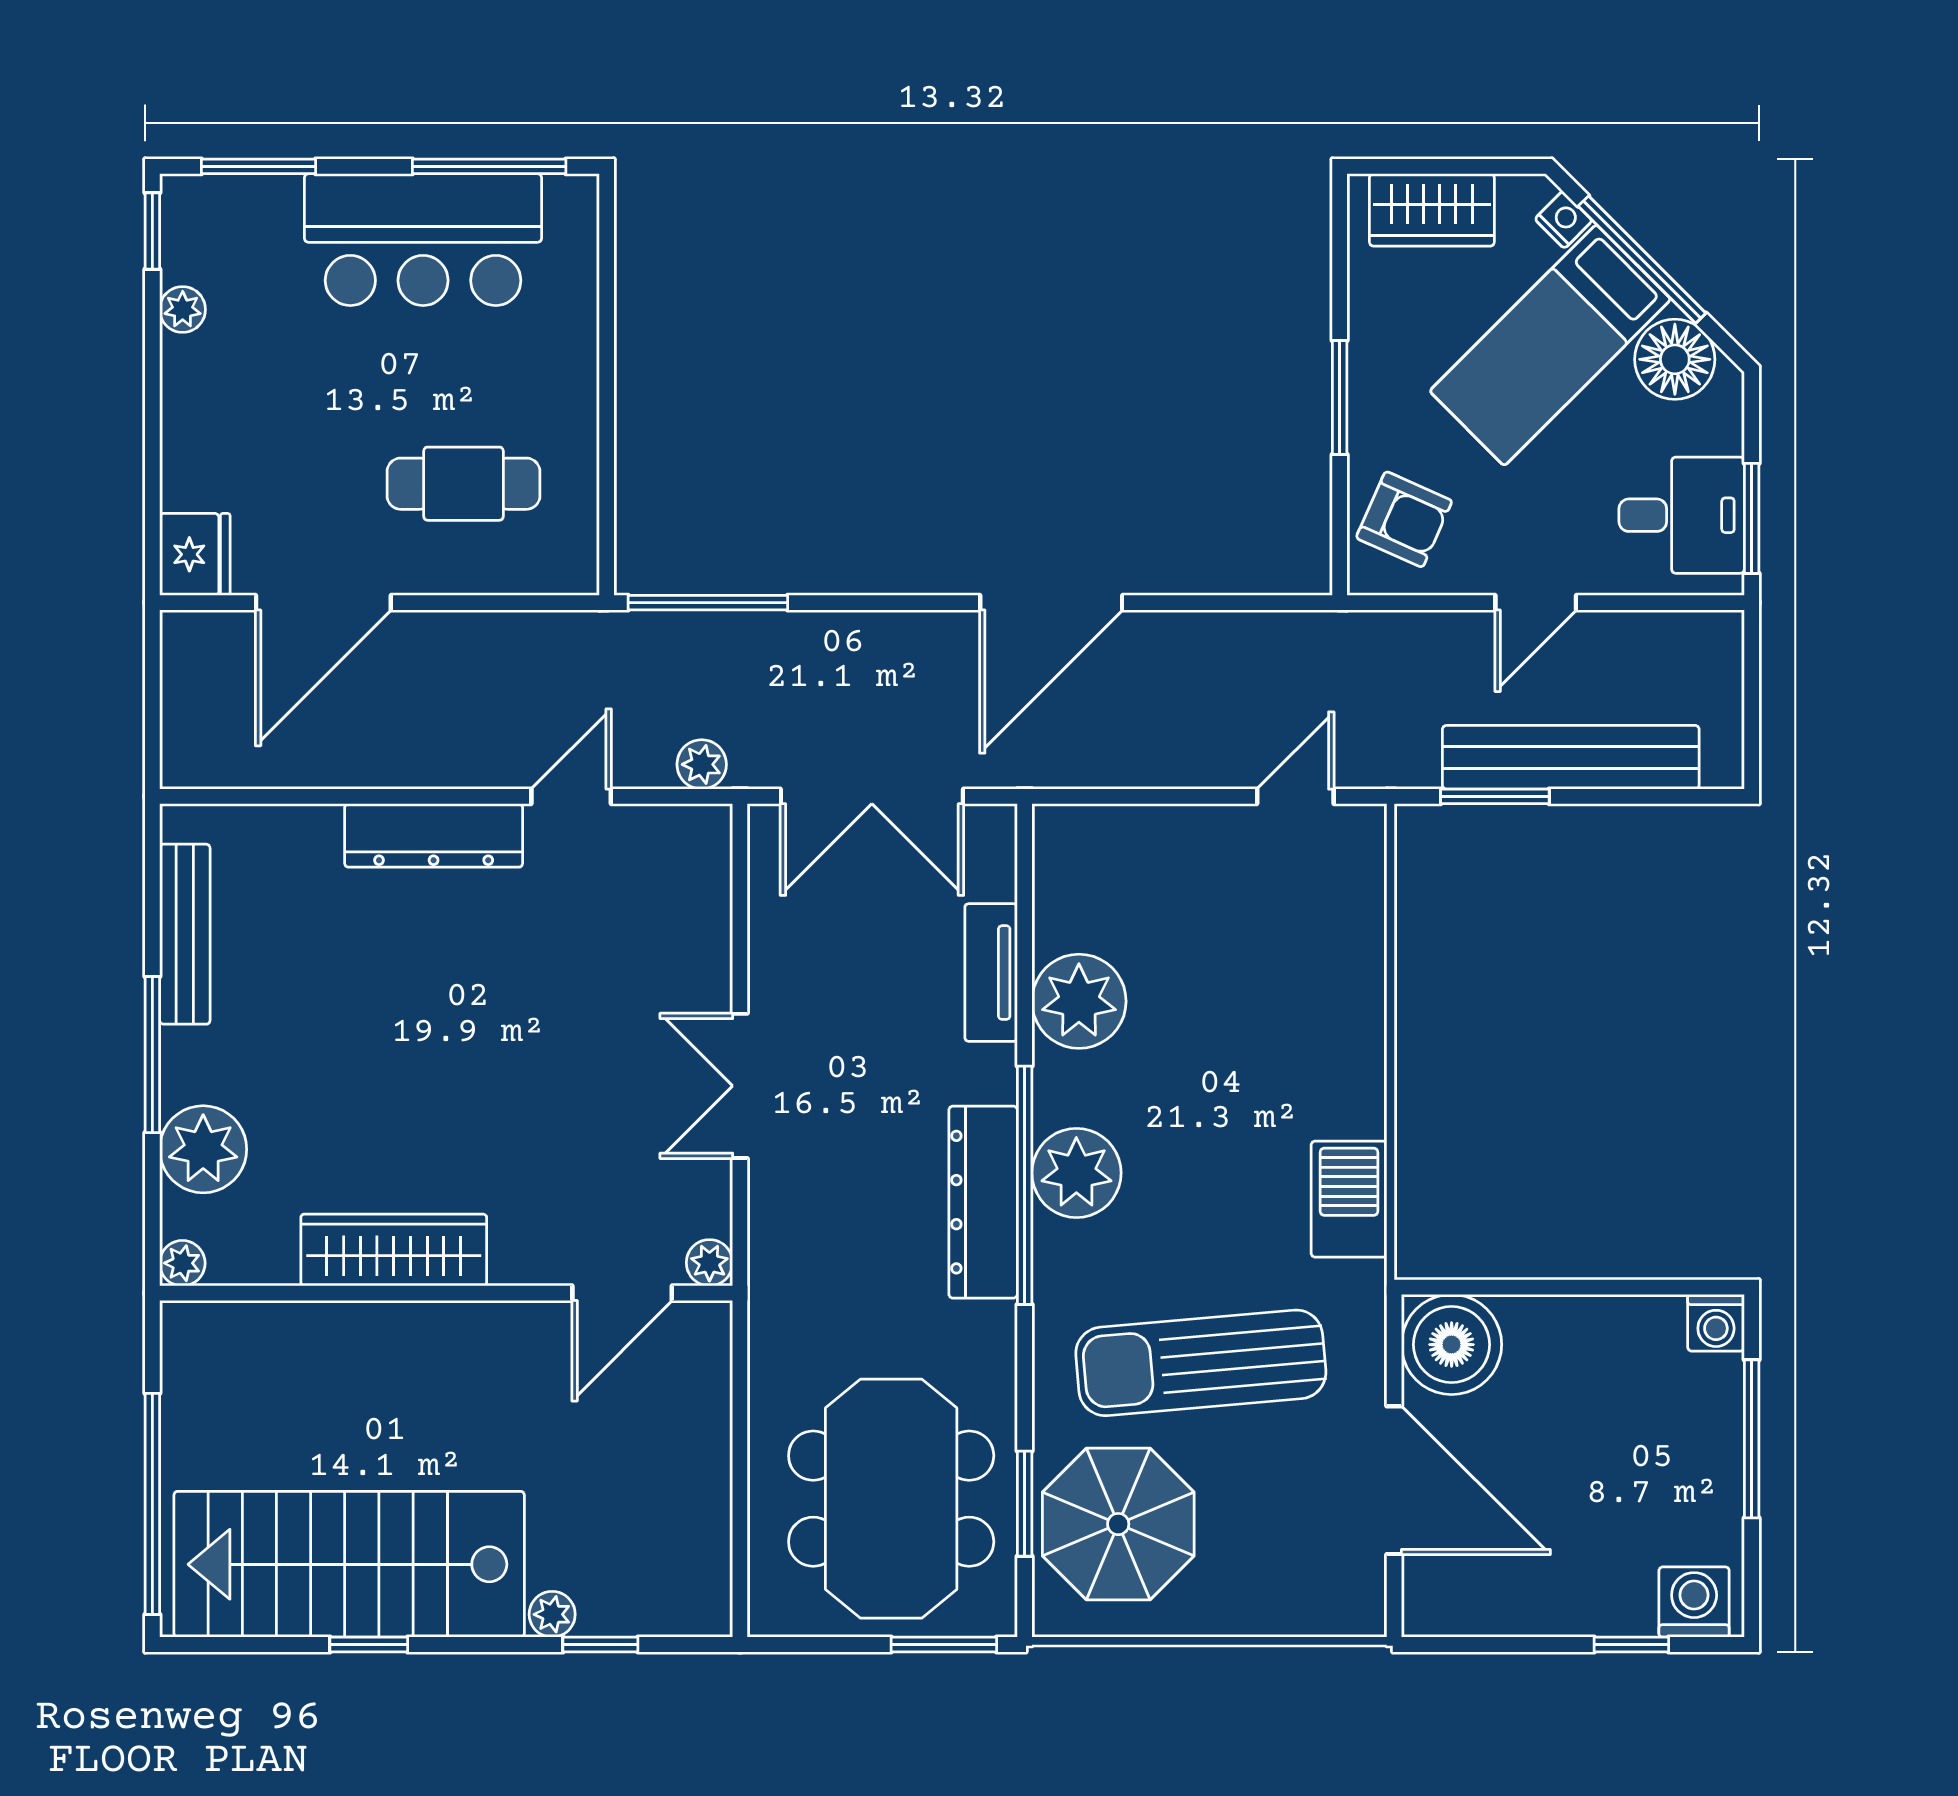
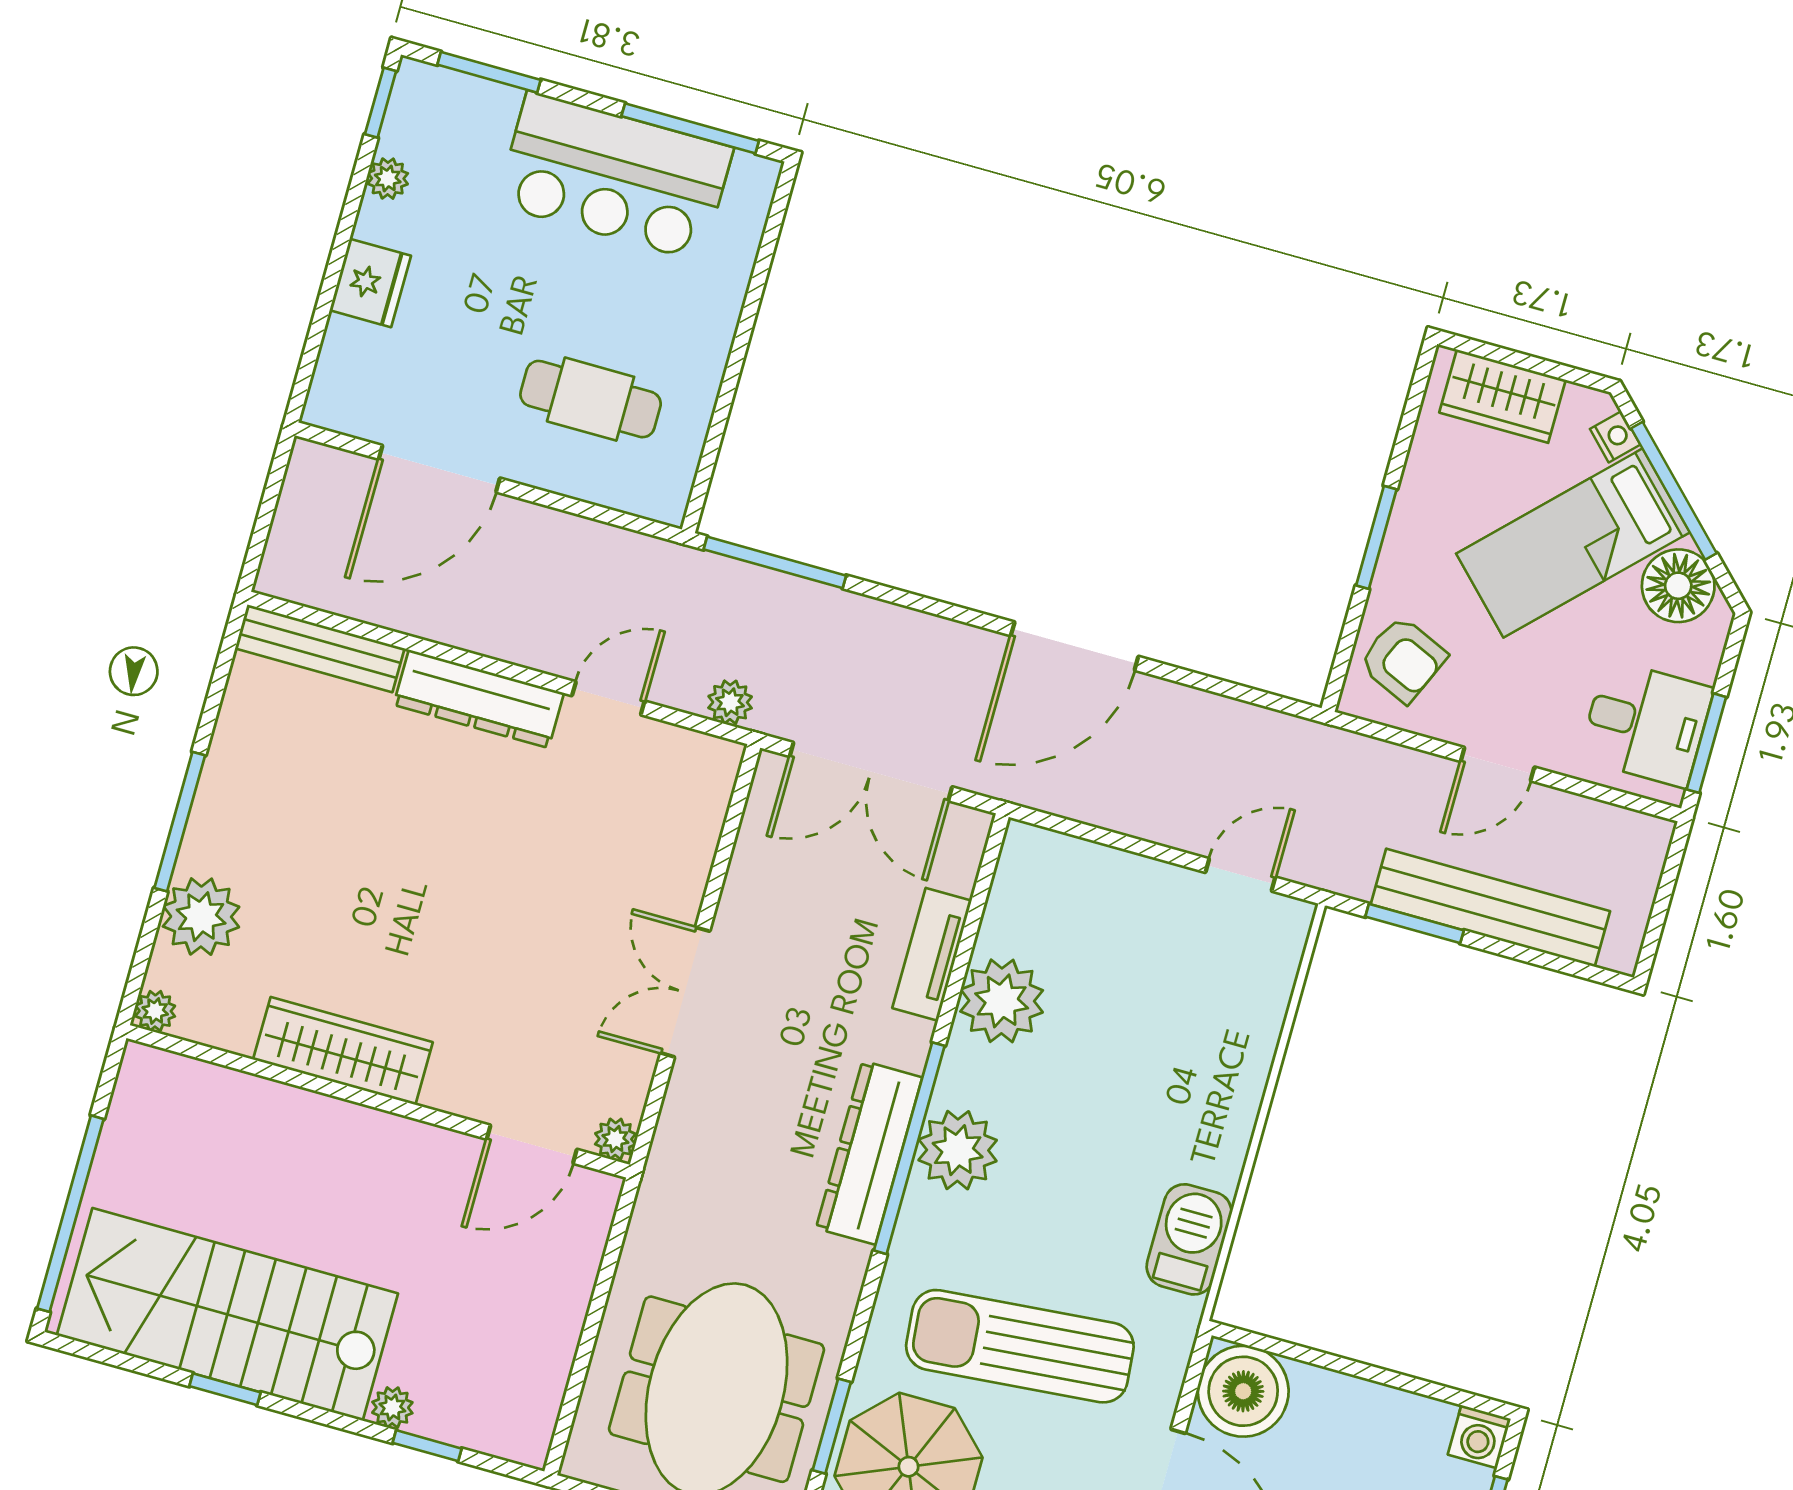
fridge: (195, 554) -> (370, 283), moved
bench: (185, 934) -> (320, 648), moved, turned 90

